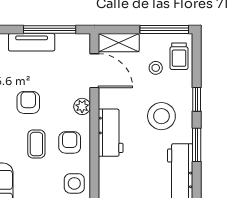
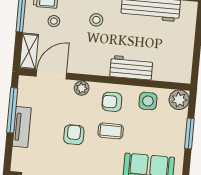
armchair: (28, 102) -> (74, 135), turned 90
stool: (161, 116) -> (96, 20), width x0.53, depth x0.53
workbench: (111, 133) -> (131, 68), moved

